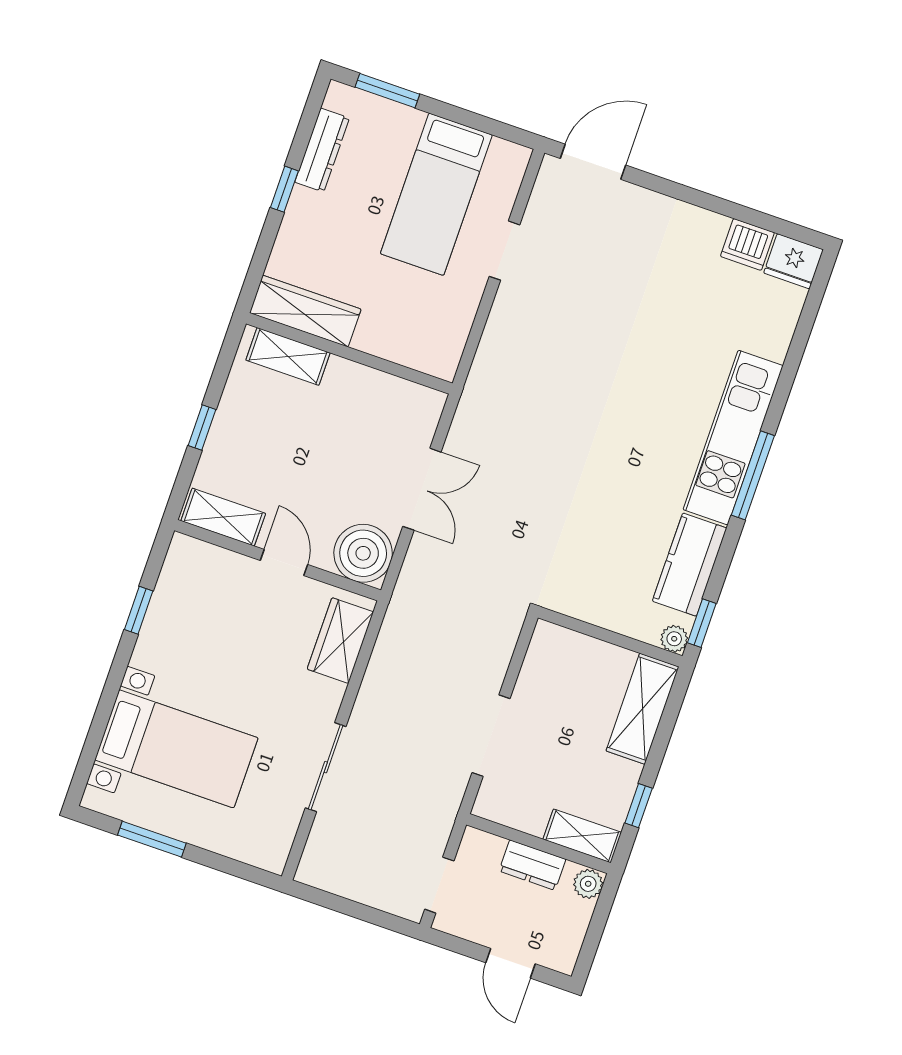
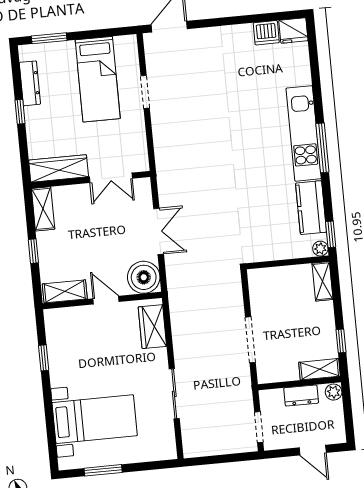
shelving: (288, 356) -> (43, 209), moved, turned 90
double door: (384, 365) -> (111, 178), added
shelving: (642, 709) -> (322, 281), width x0.67, depth x0.75

